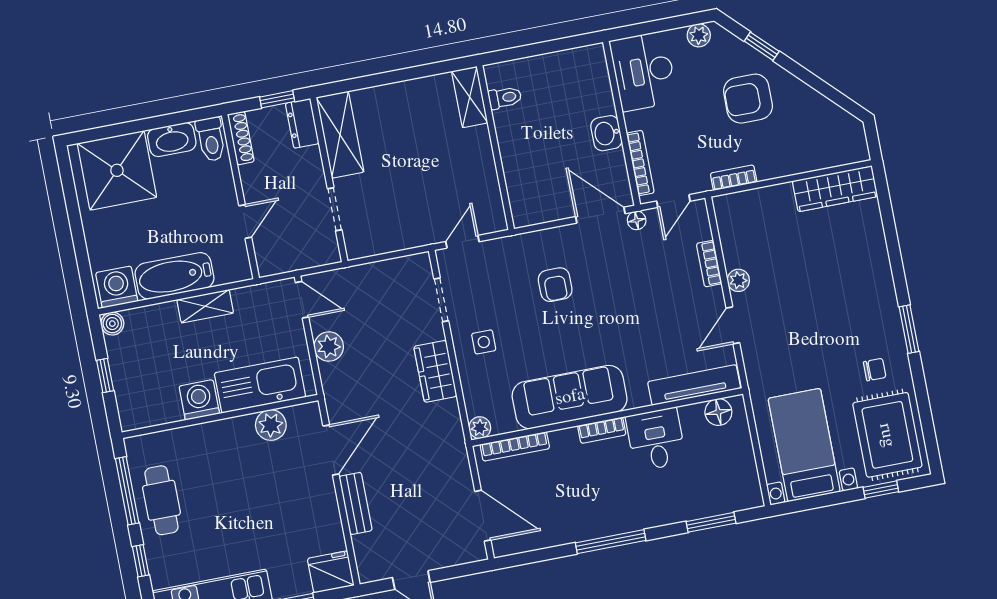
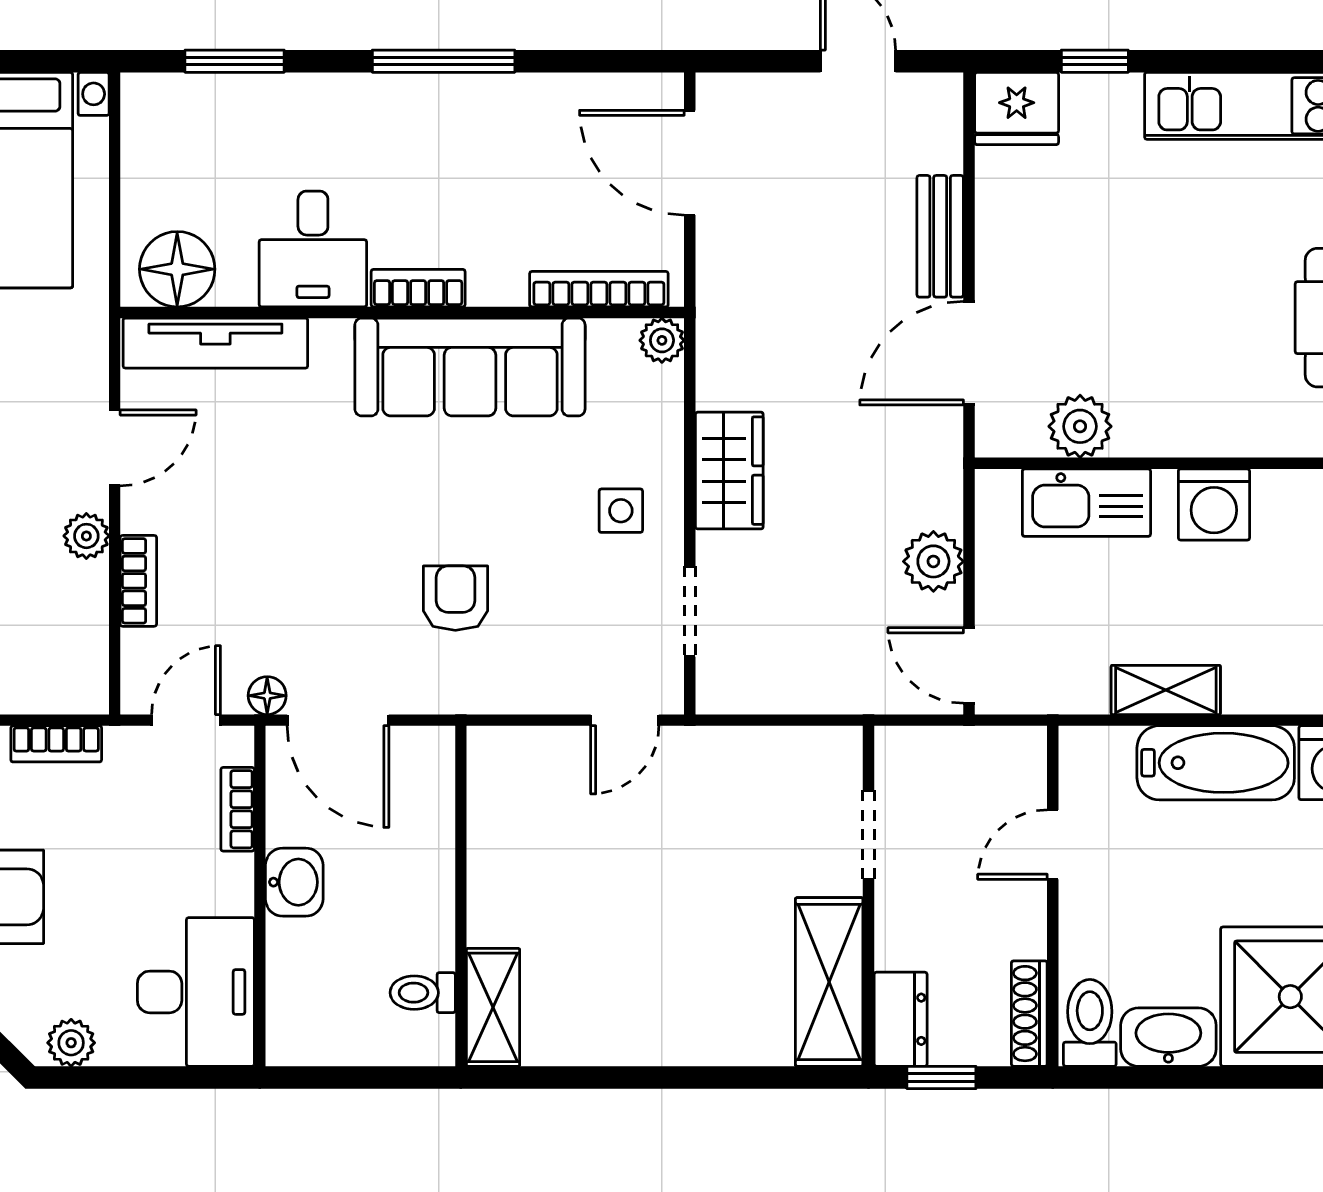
shelving: (470, 97) -> (493, 1007), moved
toilet: (505, 98) -> (423, 993), moved
wall: (495, 148) -> (461, 896), moved
bookcase: (640, 163) -> (238, 809), width x0.64
kitchen sink: (260, 385) -> (1086, 503), width x0.73, depth x0.81
floor lamp: (718, 412) -> (177, 269), width x1.38, depth x1.38

